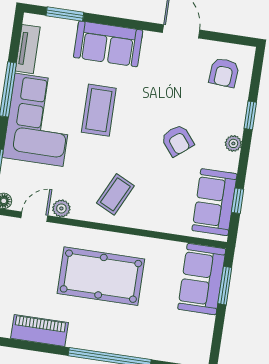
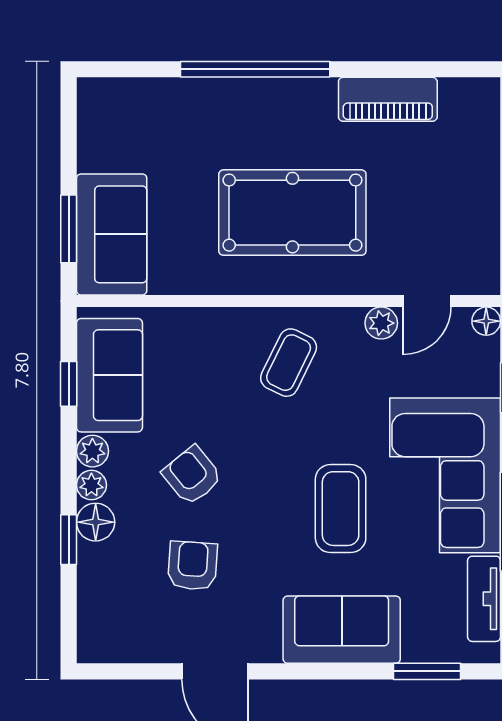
armchair: (224, 73) -> (193, 566), moved
floor lamp: (234, 123) -> (96, 522), added
plant: (230, 162) -> (92, 451), added

